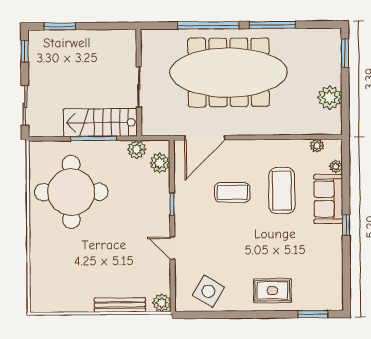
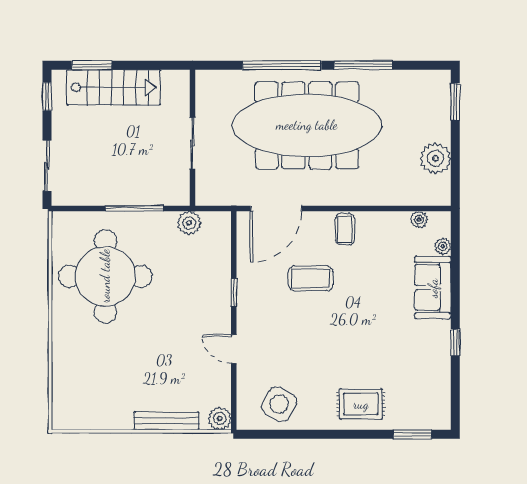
stairs: (100, 122) -> (113, 87), moved, turned 180
plant: (160, 163) -> (218, 240), removed
coffee table: (282, 191) -> (345, 229), moved, width x0.54, depth x0.58
window: (346, 225) -> (455, 343), moved

